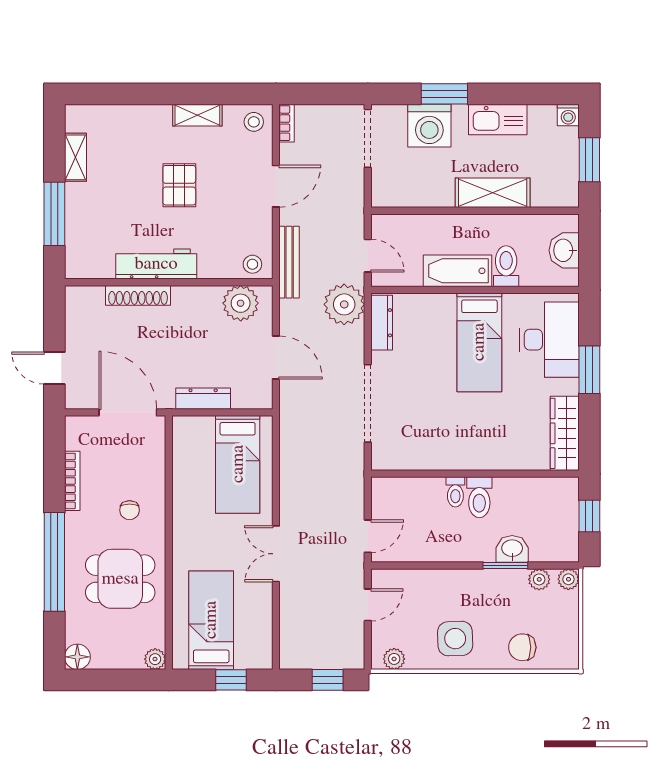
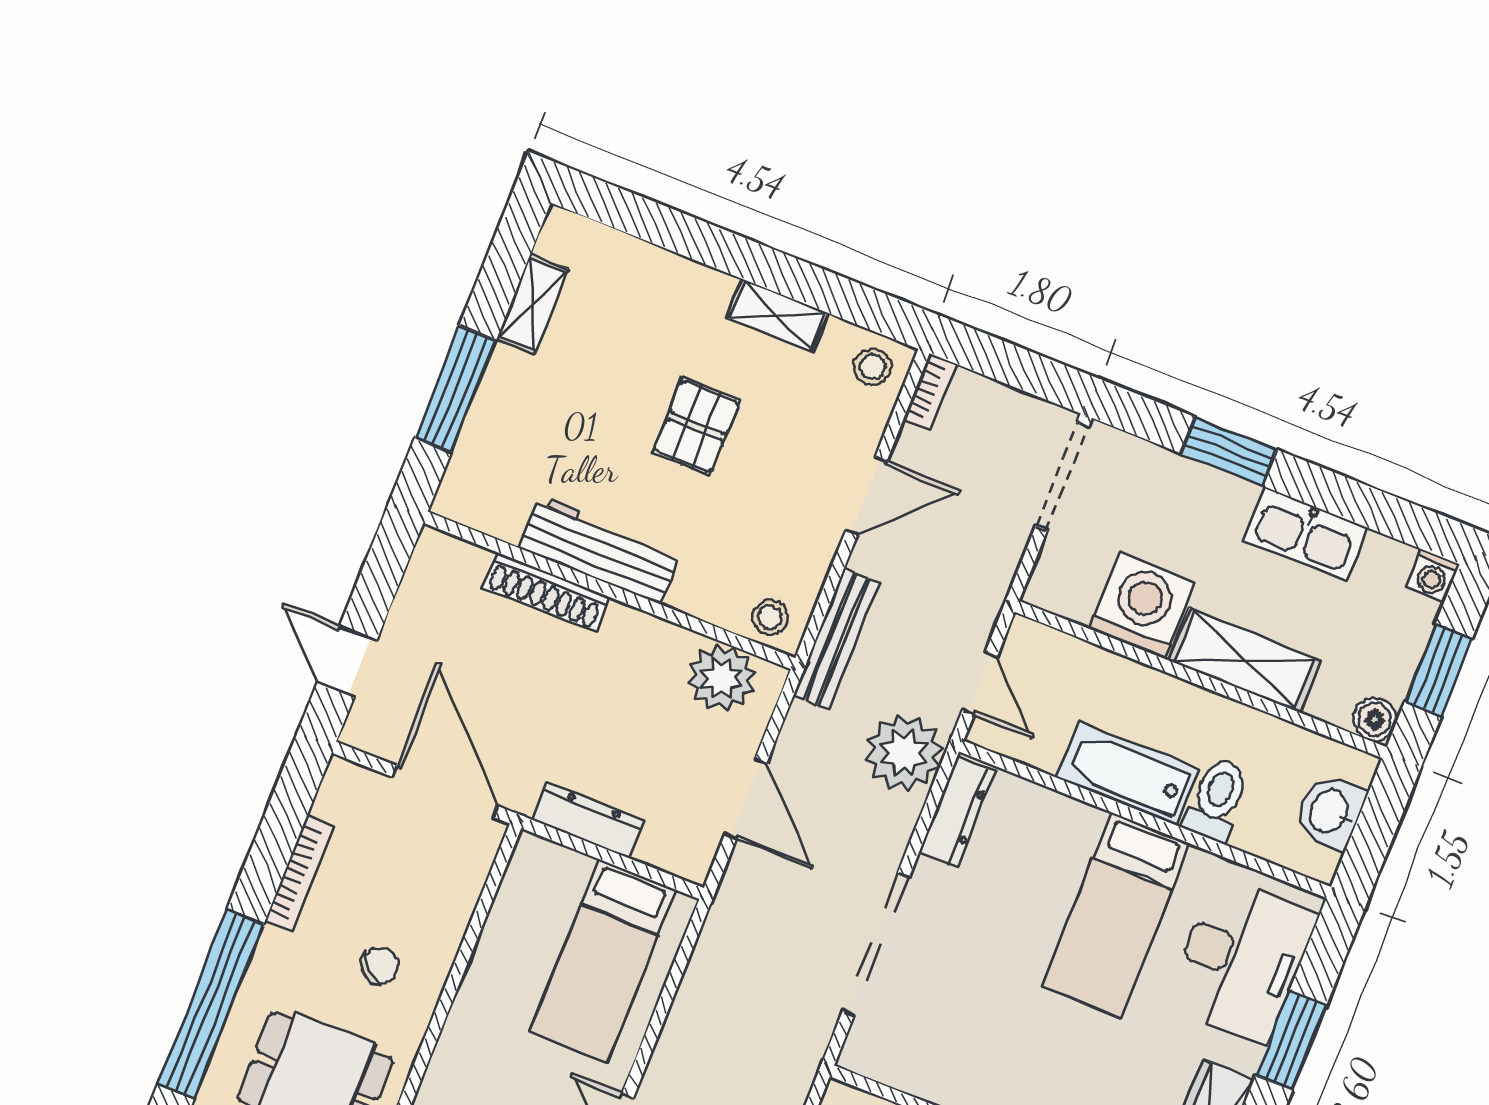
washing machine: (429, 126) -> (1142, 606), moved, turned 180
boiler: (568, 196) -> (1375, 719), added
chair: (130, 510) -> (380, 966), turned -134

